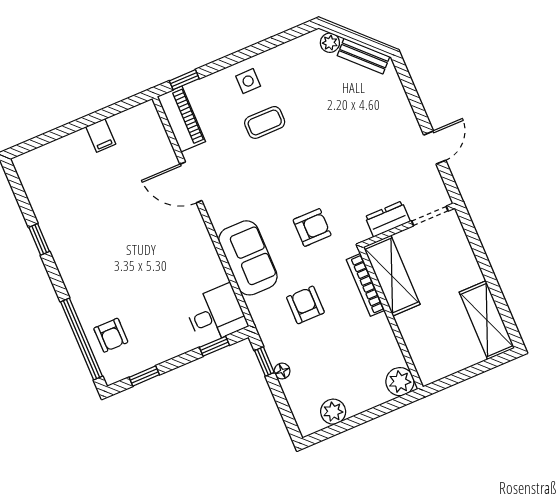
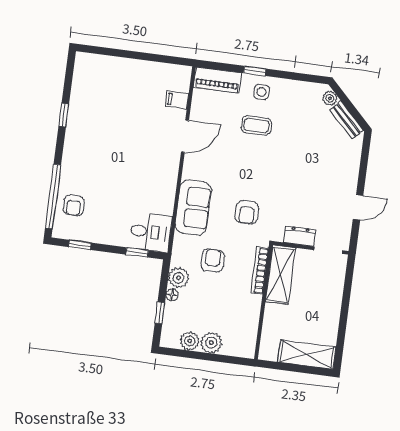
window: (184, 80) -> (255, 71), moved
piano: (181, 119) -> (217, 80), moved, turned 90
filing cabinet: (101, 135) -> (177, 100), moved, turned 90
door: (191, 182) -> (185, 136), swing flipped
armchair: (312, 227) -> (247, 212), turned 90
shelving: (487, 320) -> (307, 355), moved, turned 90
plant: (278, 347) -> (179, 278), added
window: (264, 361) -> (160, 313), moved
plant: (400, 382) -> (211, 343), moved

